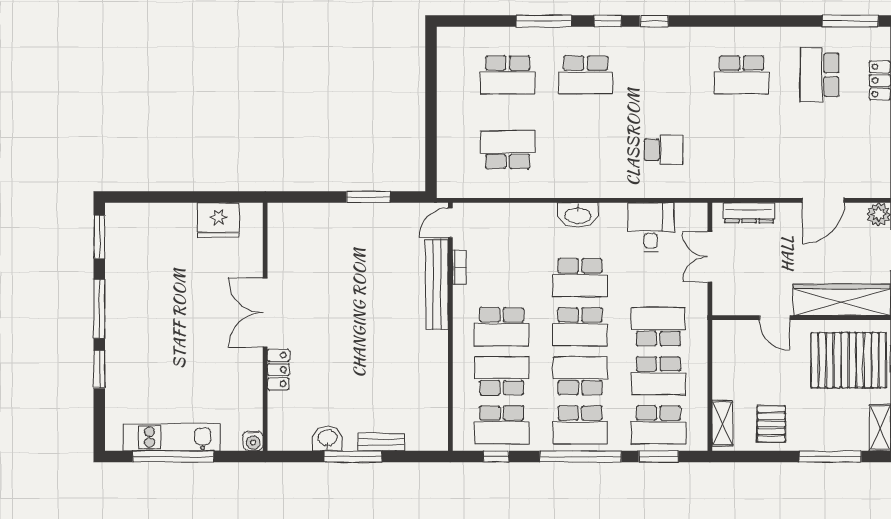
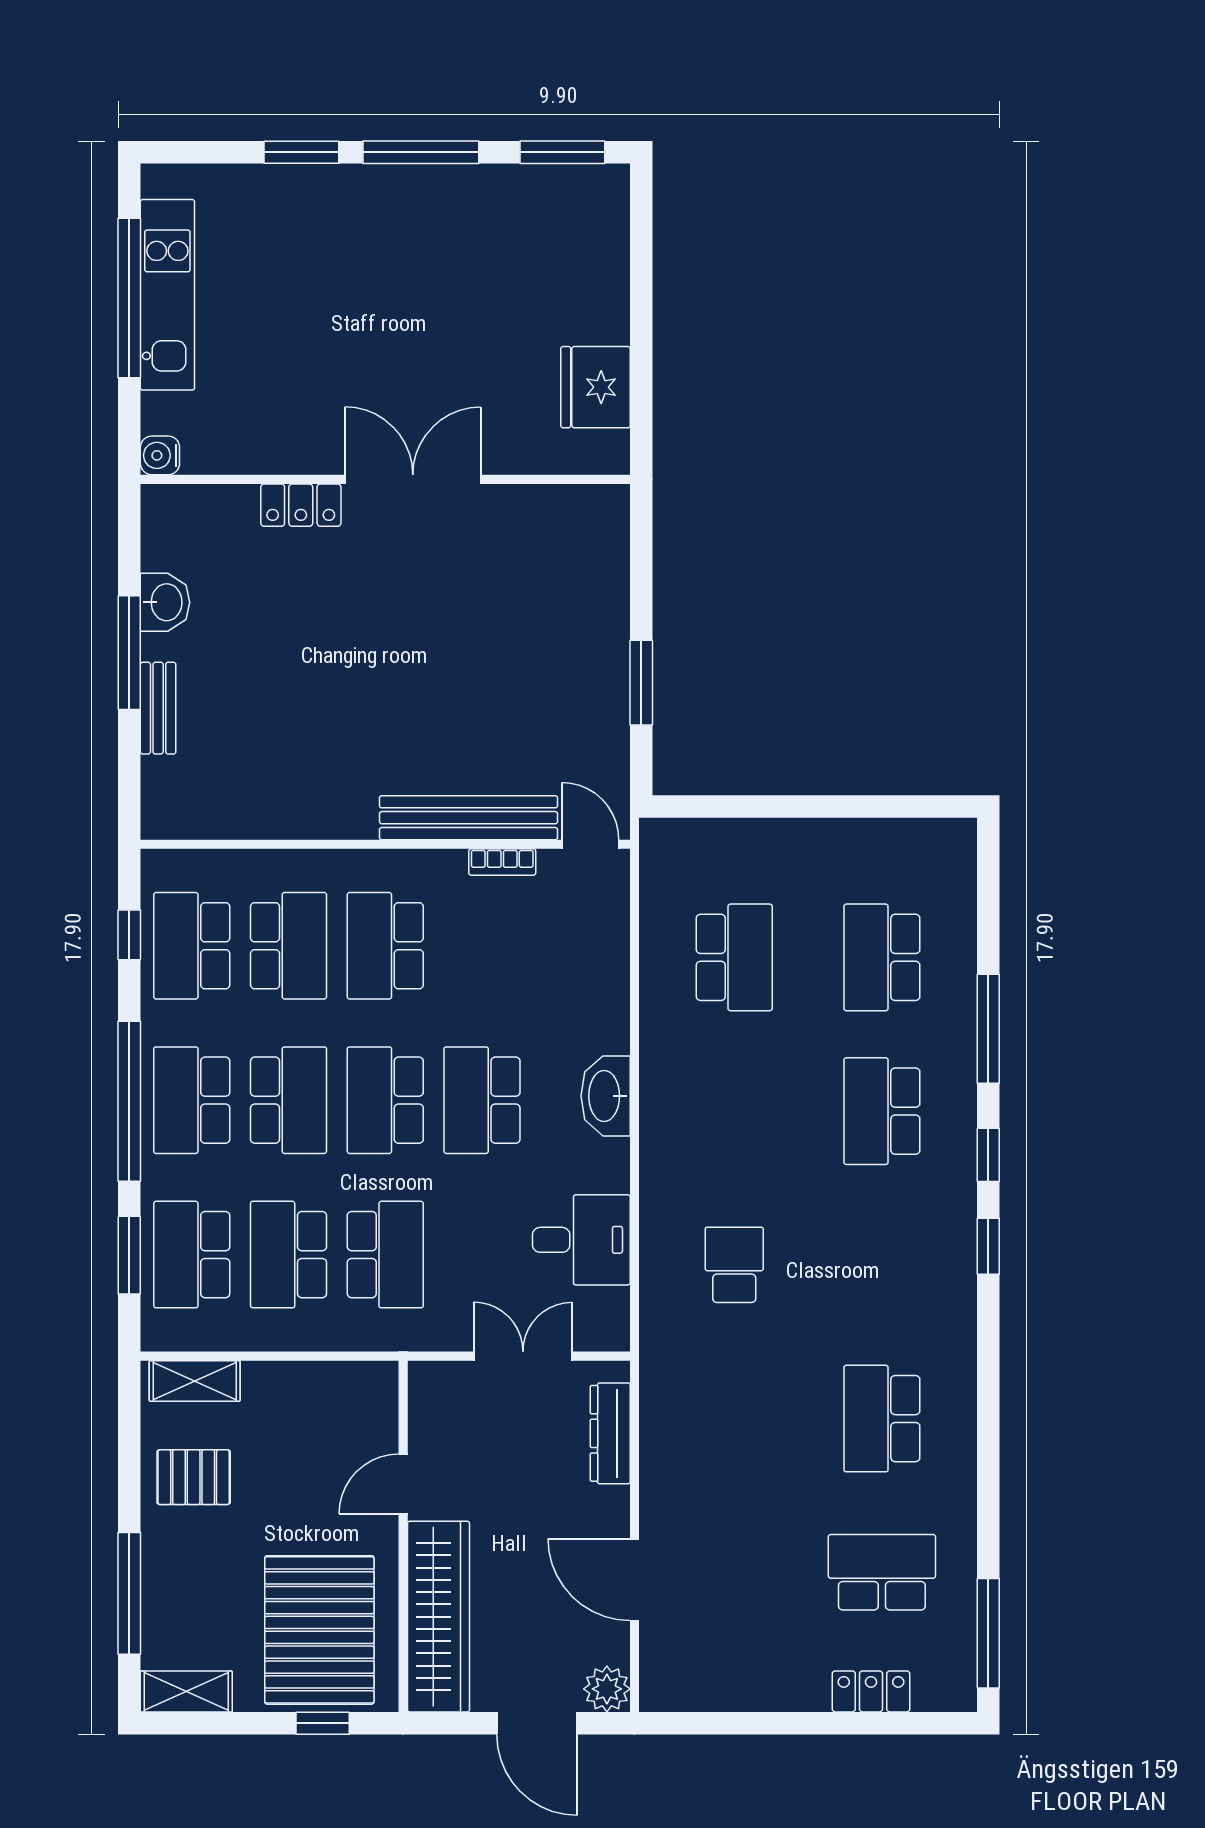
school desk: (664, 150) -> (734, 1265), turned 180

